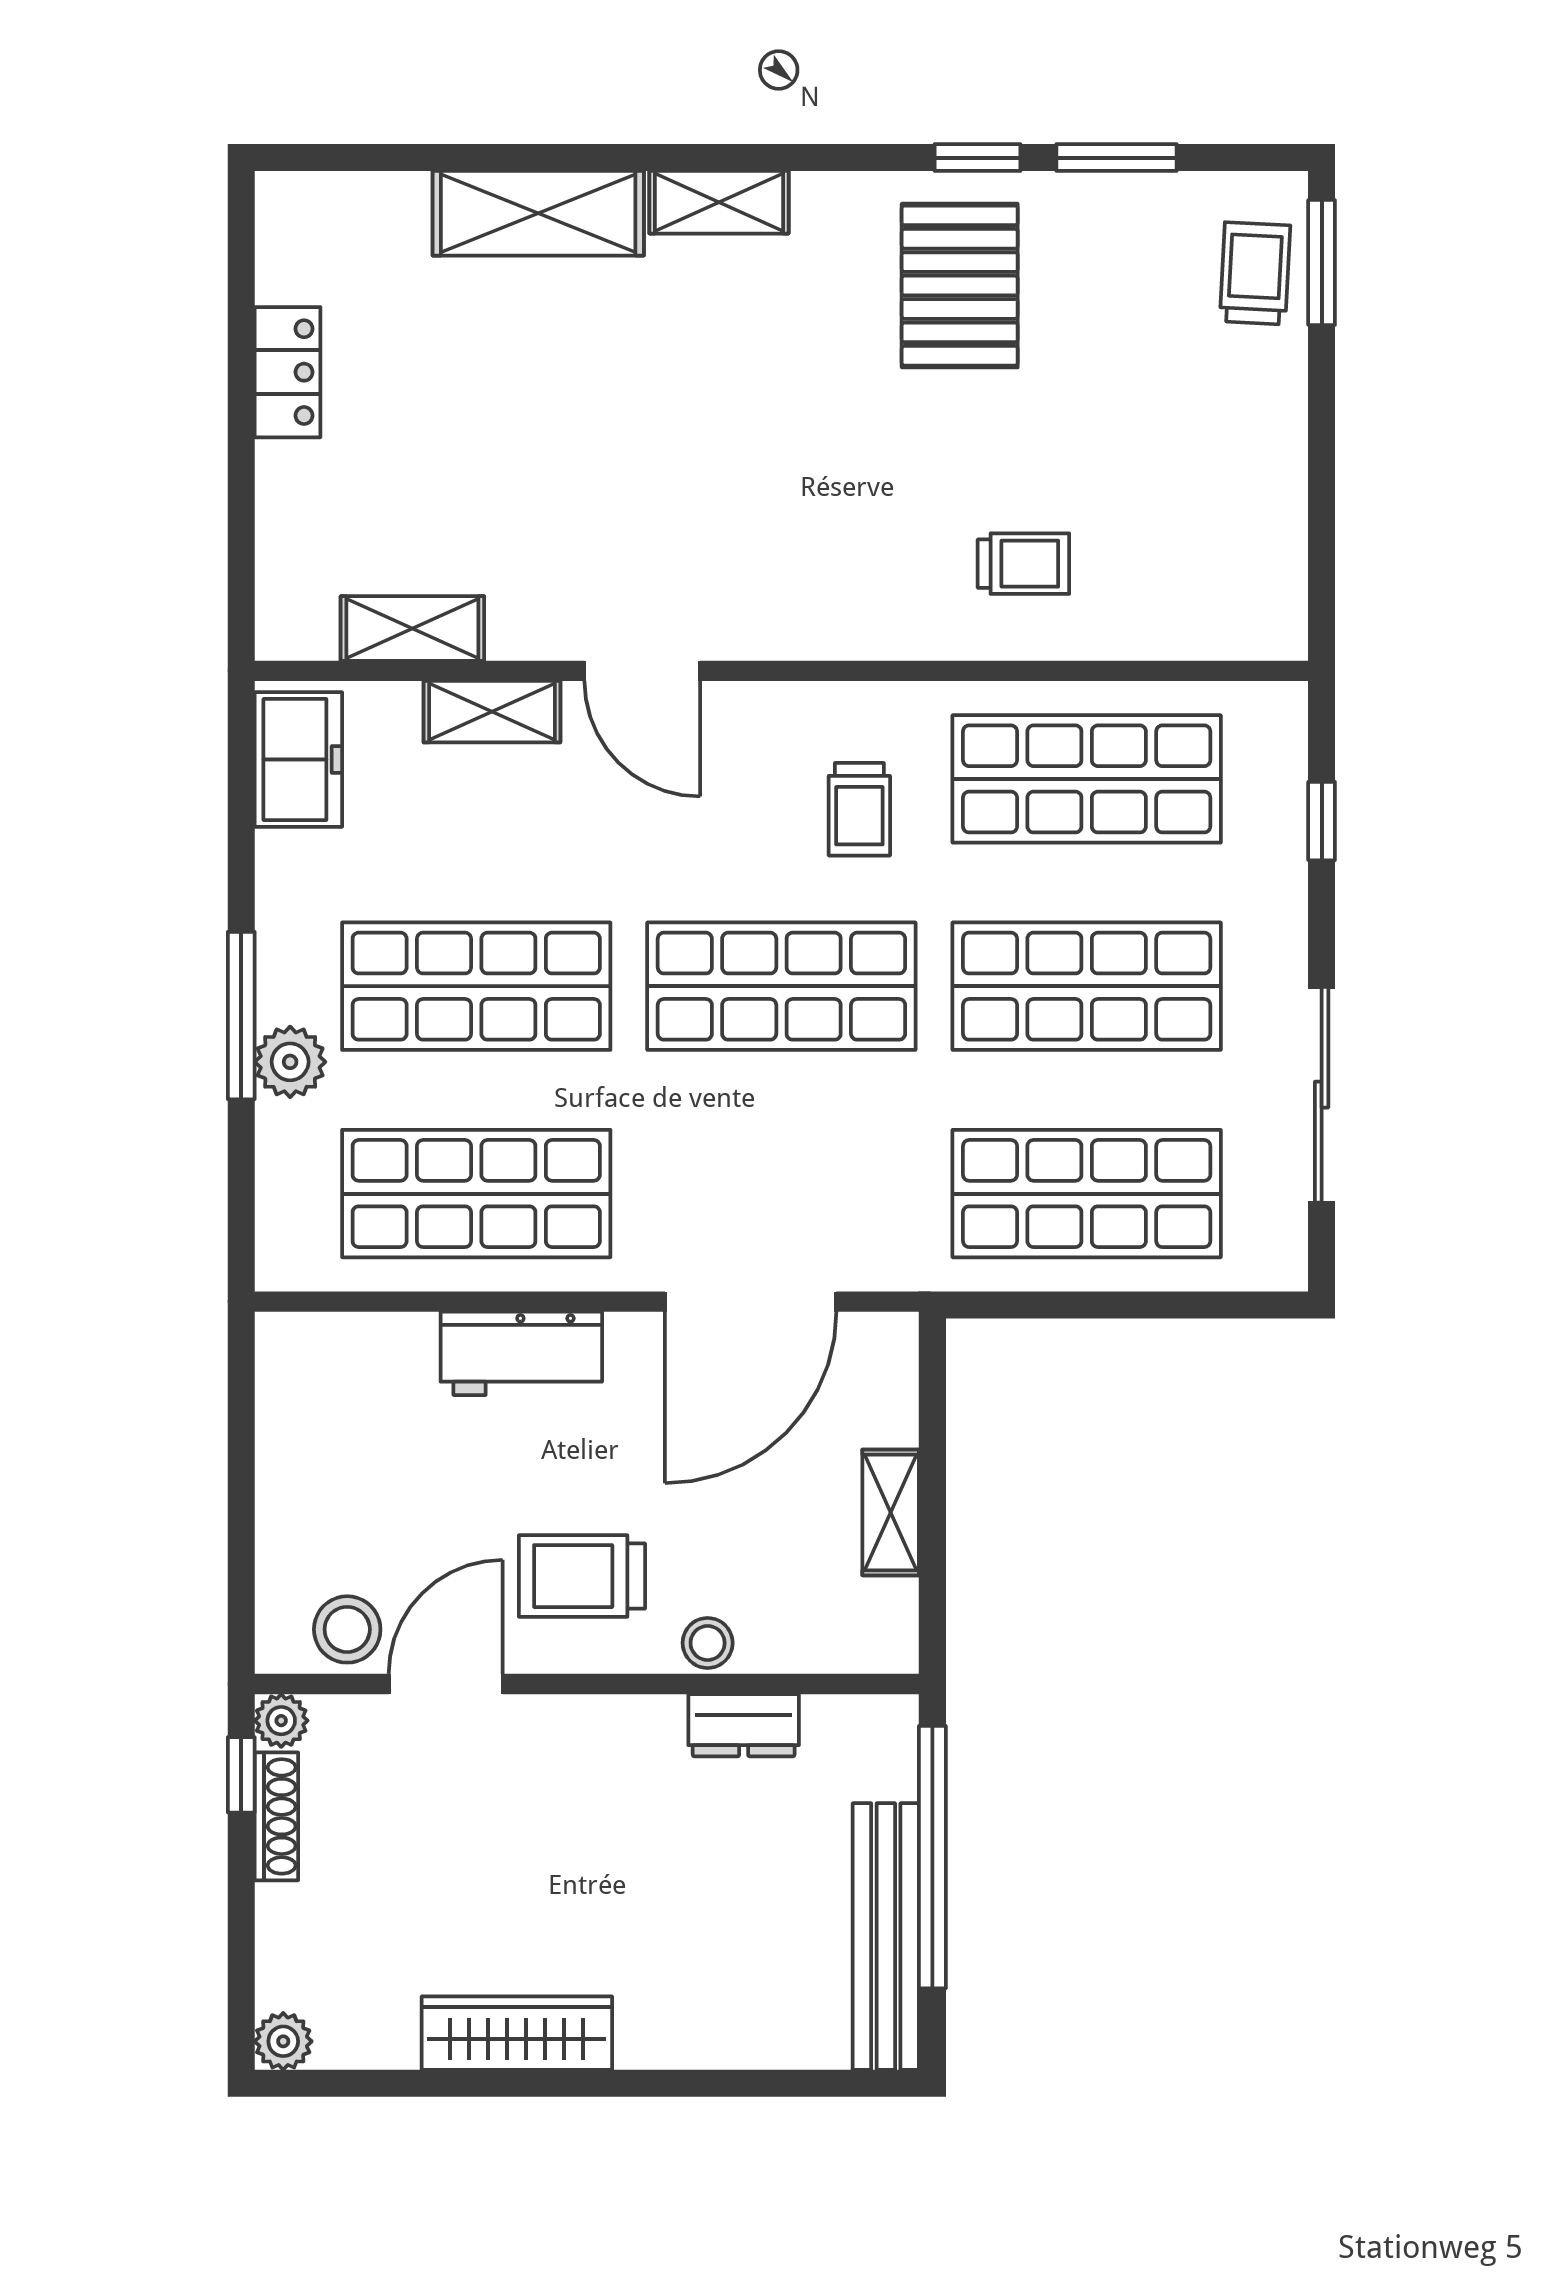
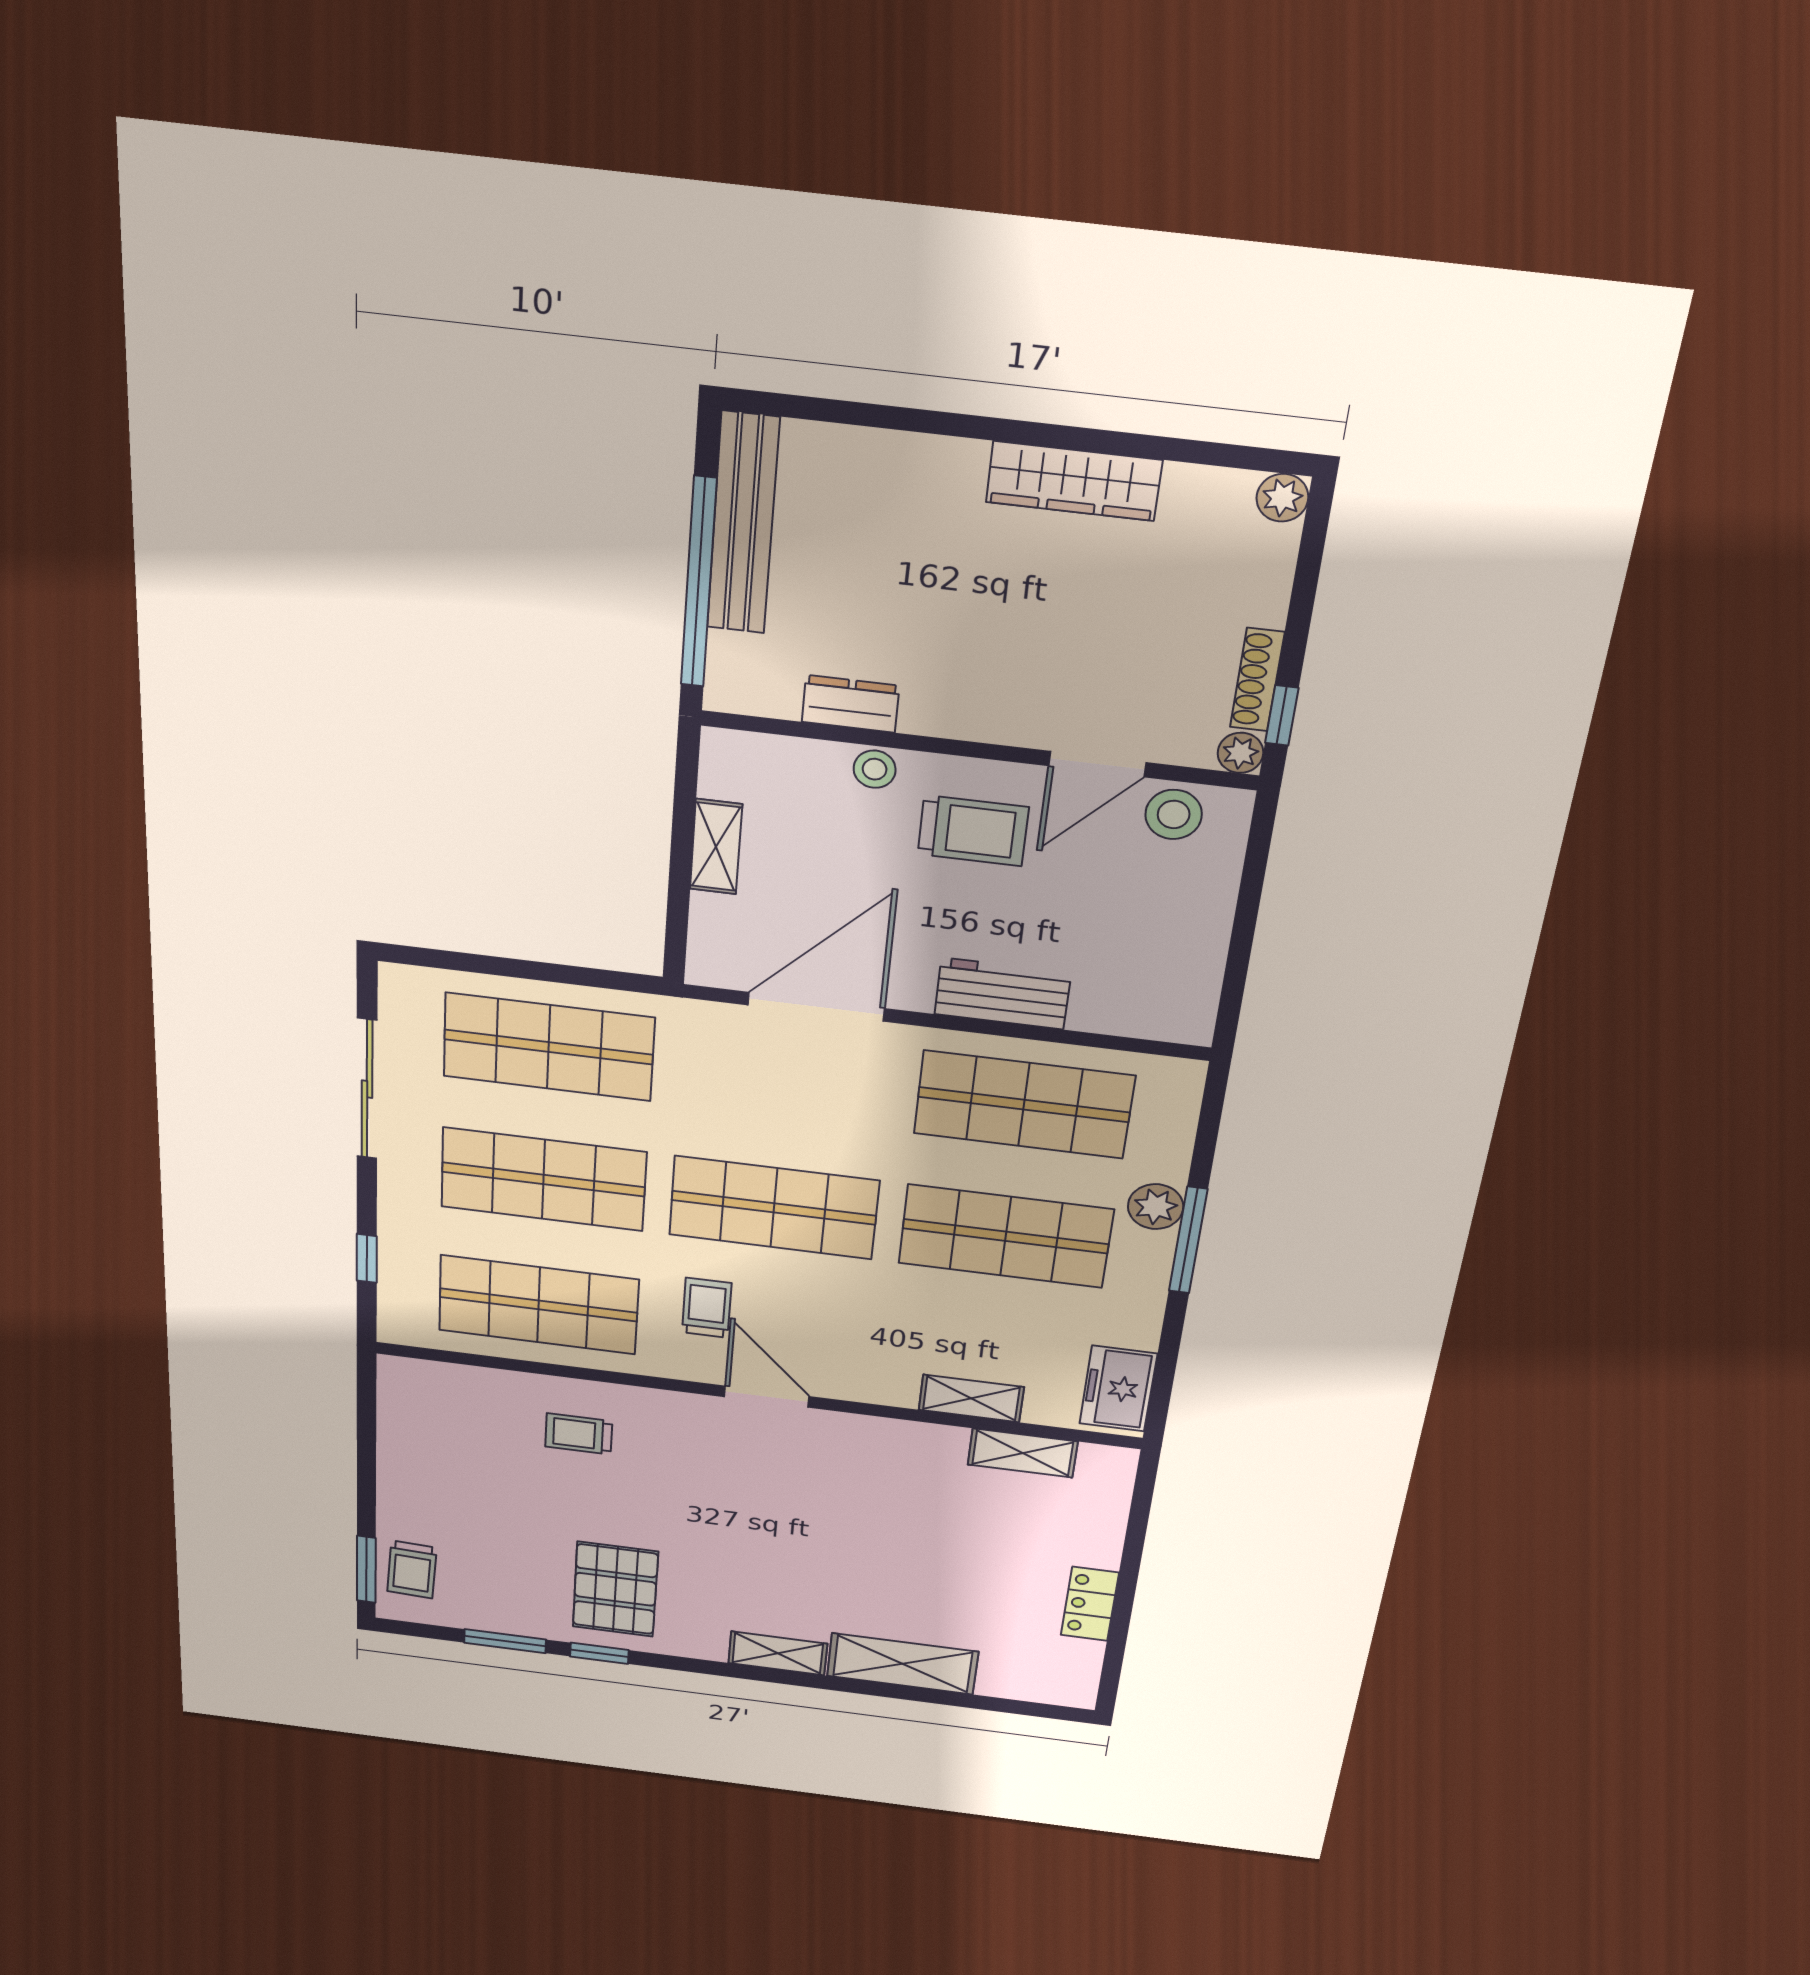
door: (642, 671) -> (767, 1397), moved

